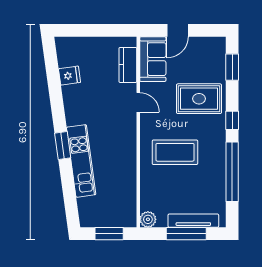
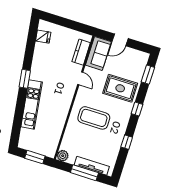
fridge: (69, 76) -> (43, 37), moved
window: (63, 146) -> (25, 79), moved
window: (232, 172) -> (127, 142), width x0.32

